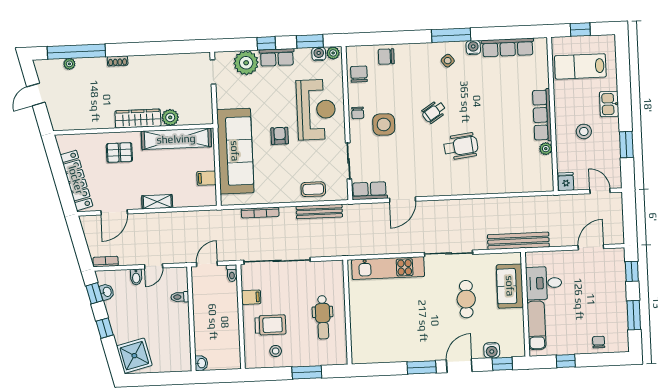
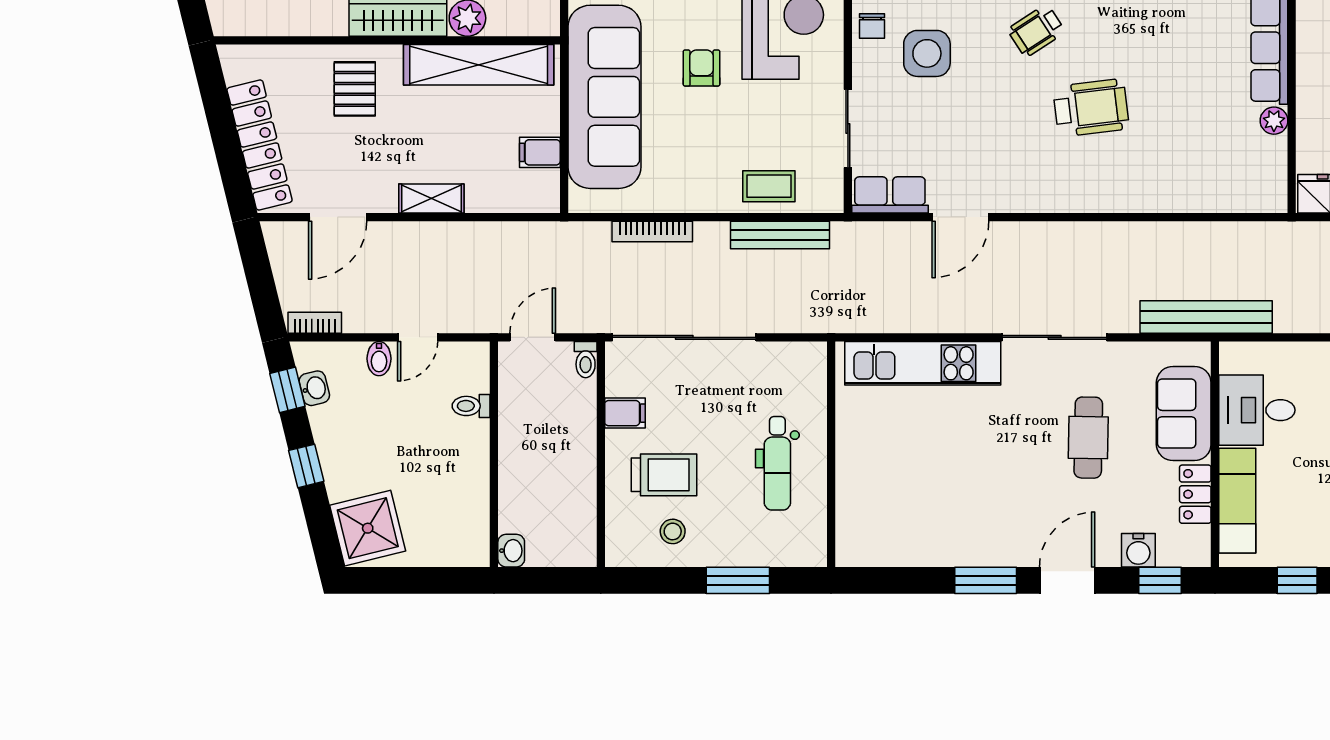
pallet: (119, 152) -> (355, 89), turned 90
locker: (517, 323) -> (1195, 494), added

